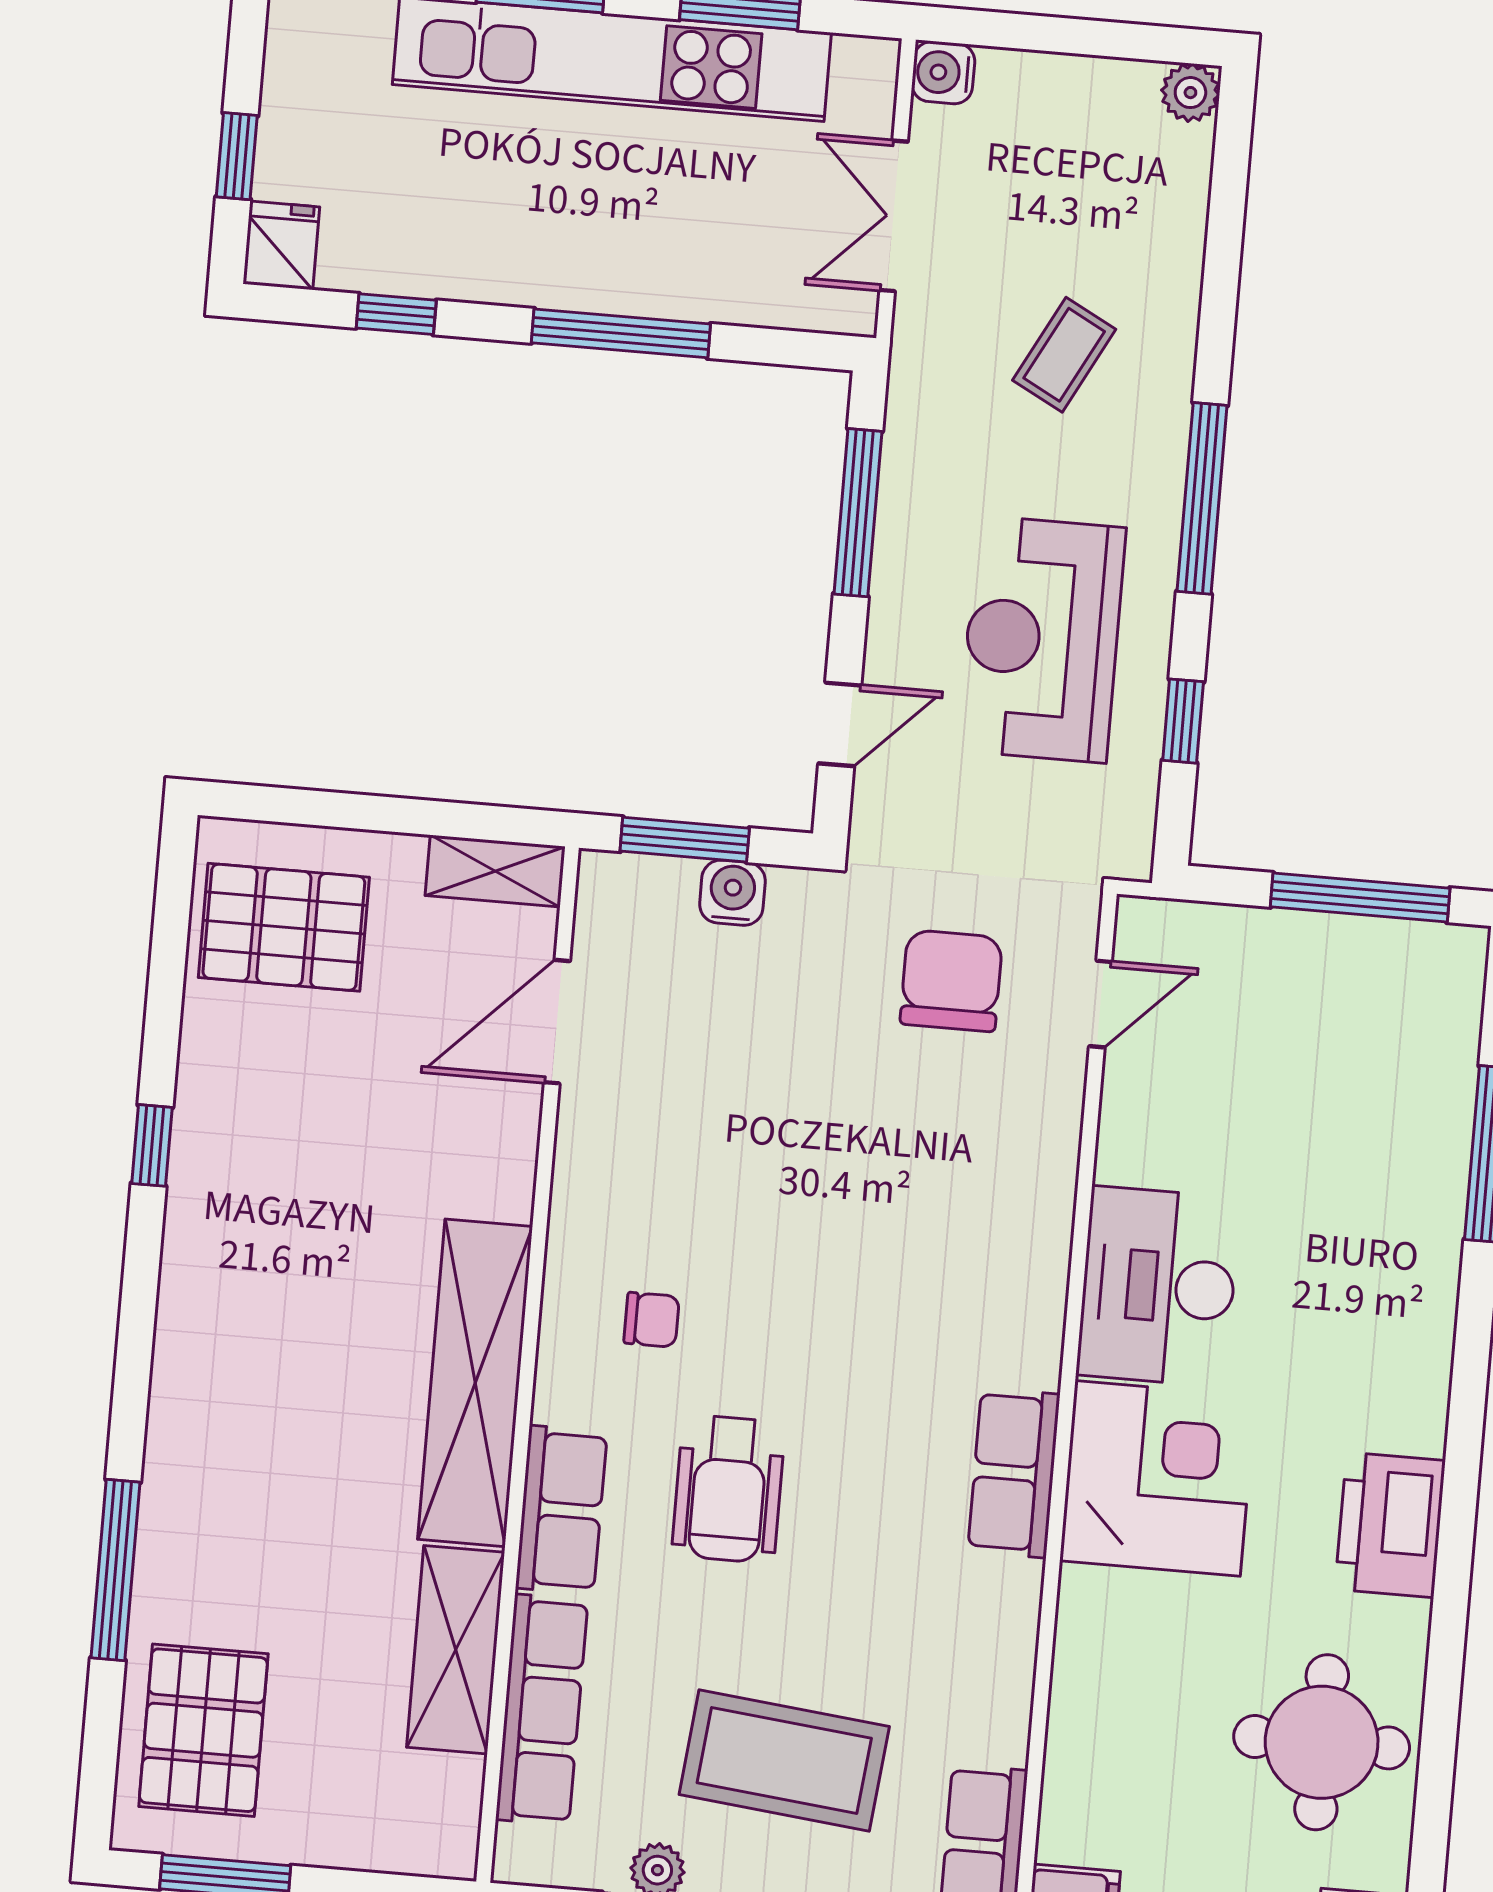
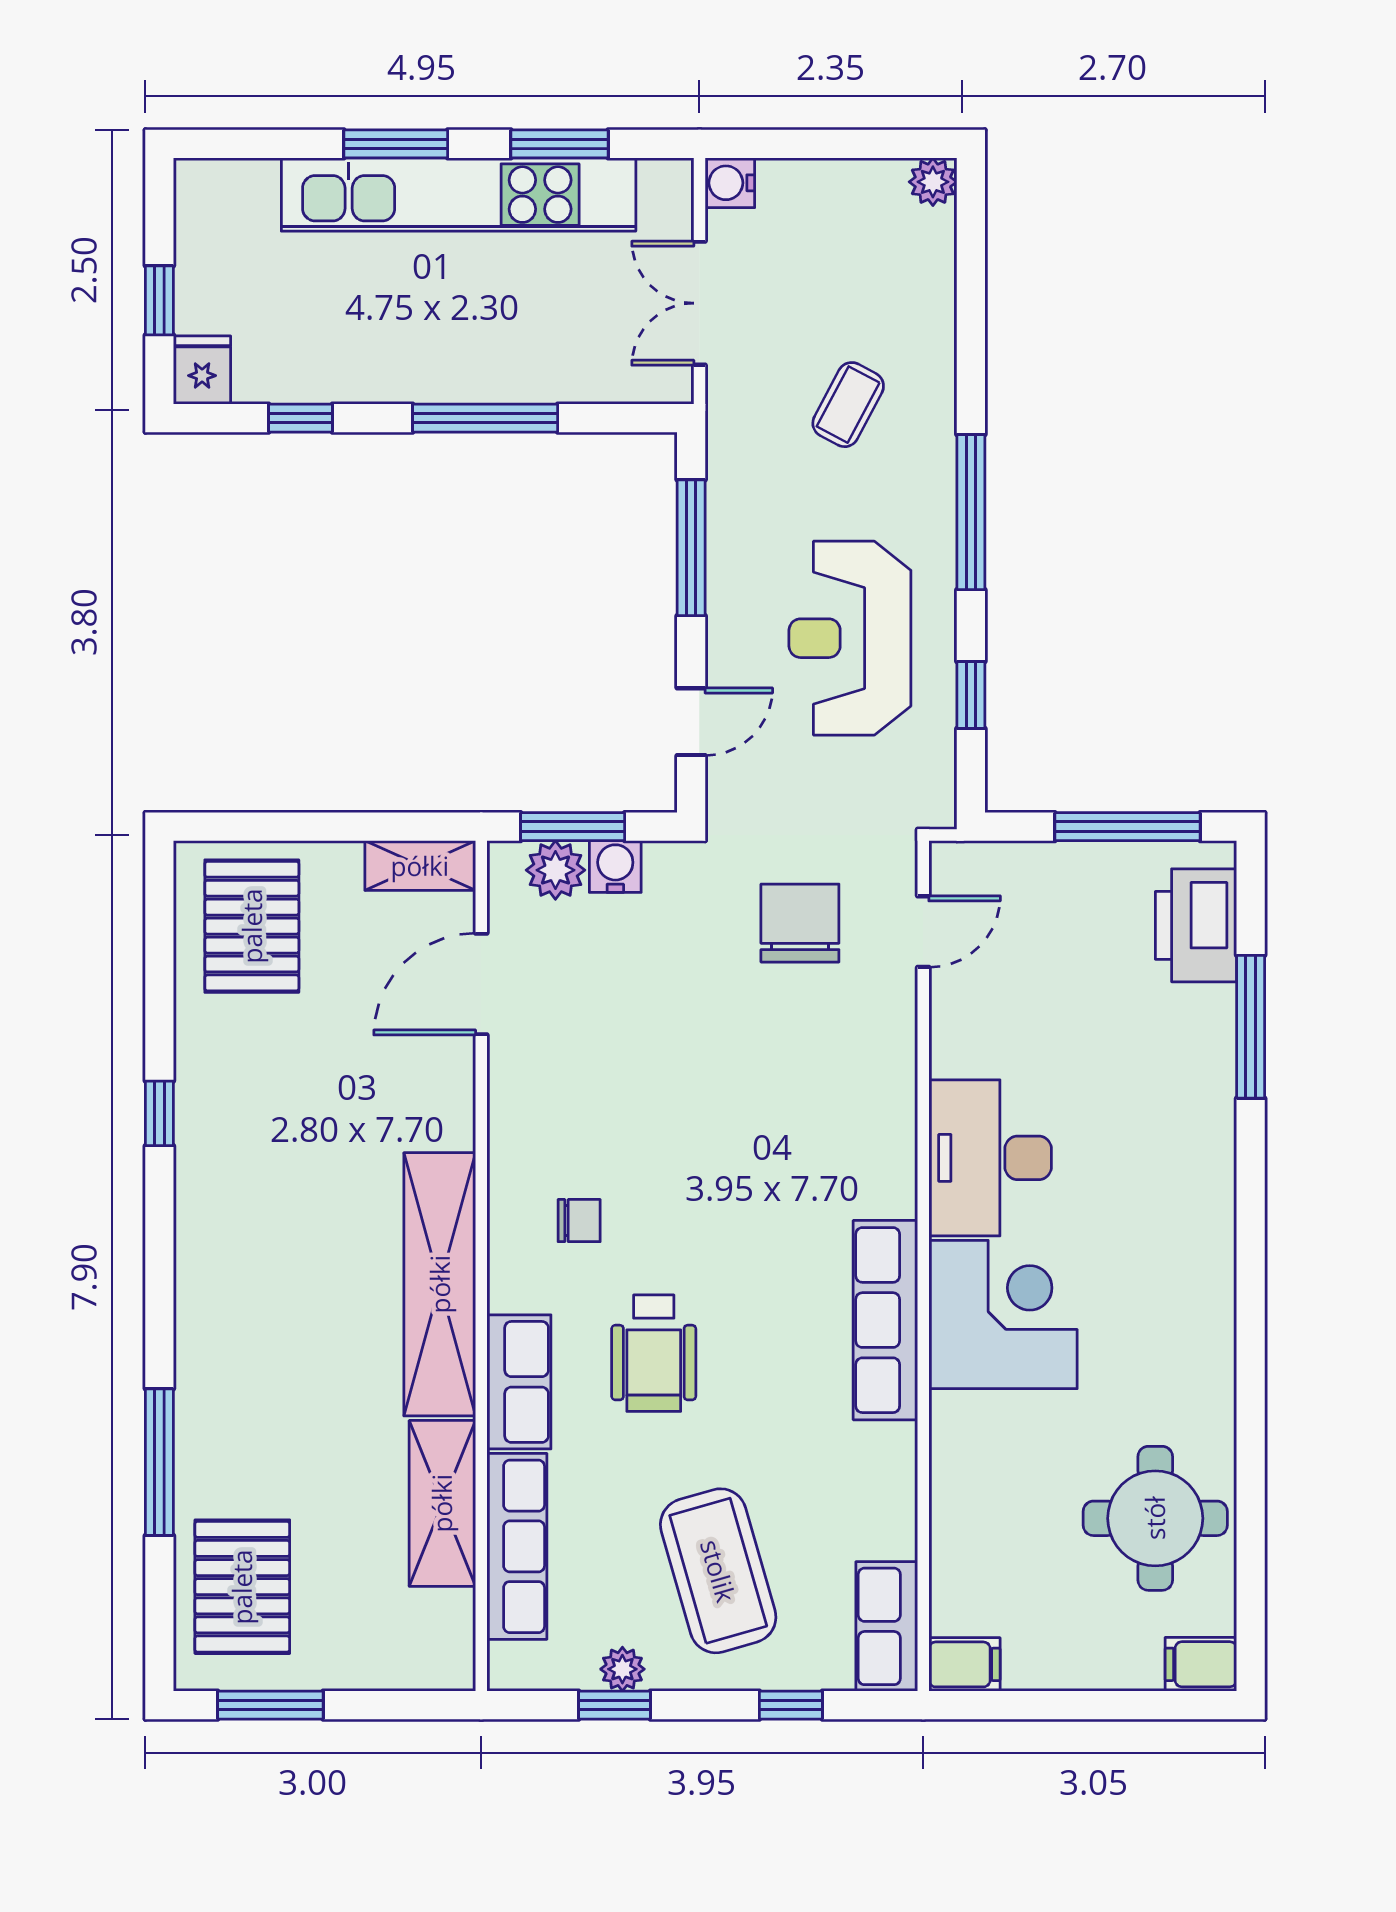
plant: (659, 891) -> (555, 870), added
pallet: (284, 927) -> (252, 926), turned 90
row of seats: (1014, 1473) -> (885, 1320), width x1.48
printer: (1390, 1525) -> (1196, 925), moved
coffee table: (784, 1760) -> (718, 1571), turned 68

